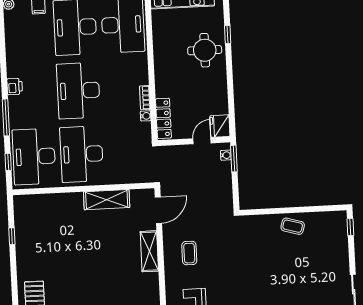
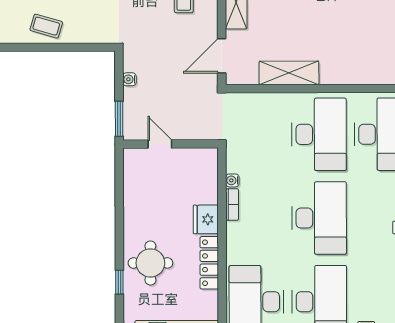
locker: (163, 118) -> (209, 263), moved
fridge: (220, 126) -> (206, 219), moved, turned 180
door: (202, 141) -> (160, 144), swing flipped
water cooler: (226, 155) -> (129, 79), moved

